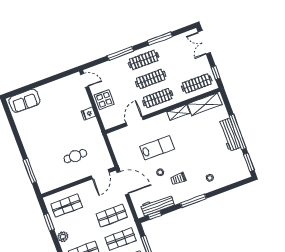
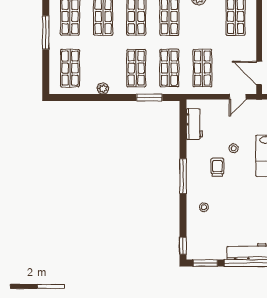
door: (123, 183) -> (238, 97), width x0.53
workbench: (157, 205) -> (194, 124), width x0.73
window: (155, 215) -> (183, 246), moved

